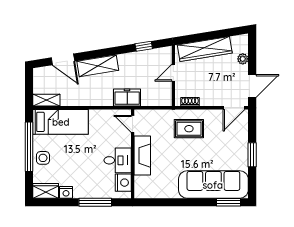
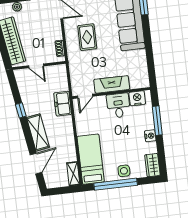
window: (144, 46) -> (21, 110), moved
rug: (189, 129) -> (87, 37), moved
nightstand: (66, 192) -> (150, 136), moved

